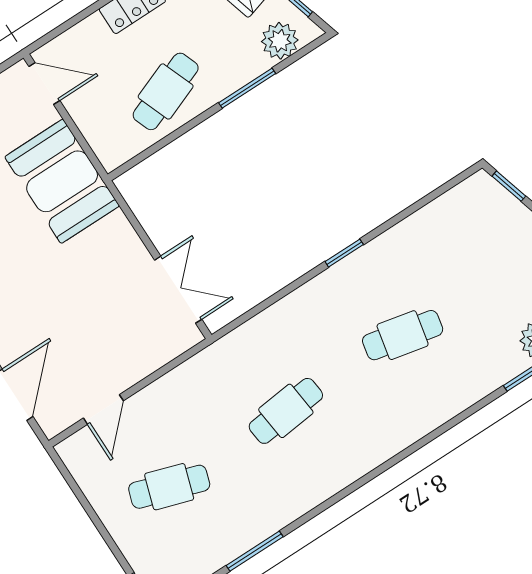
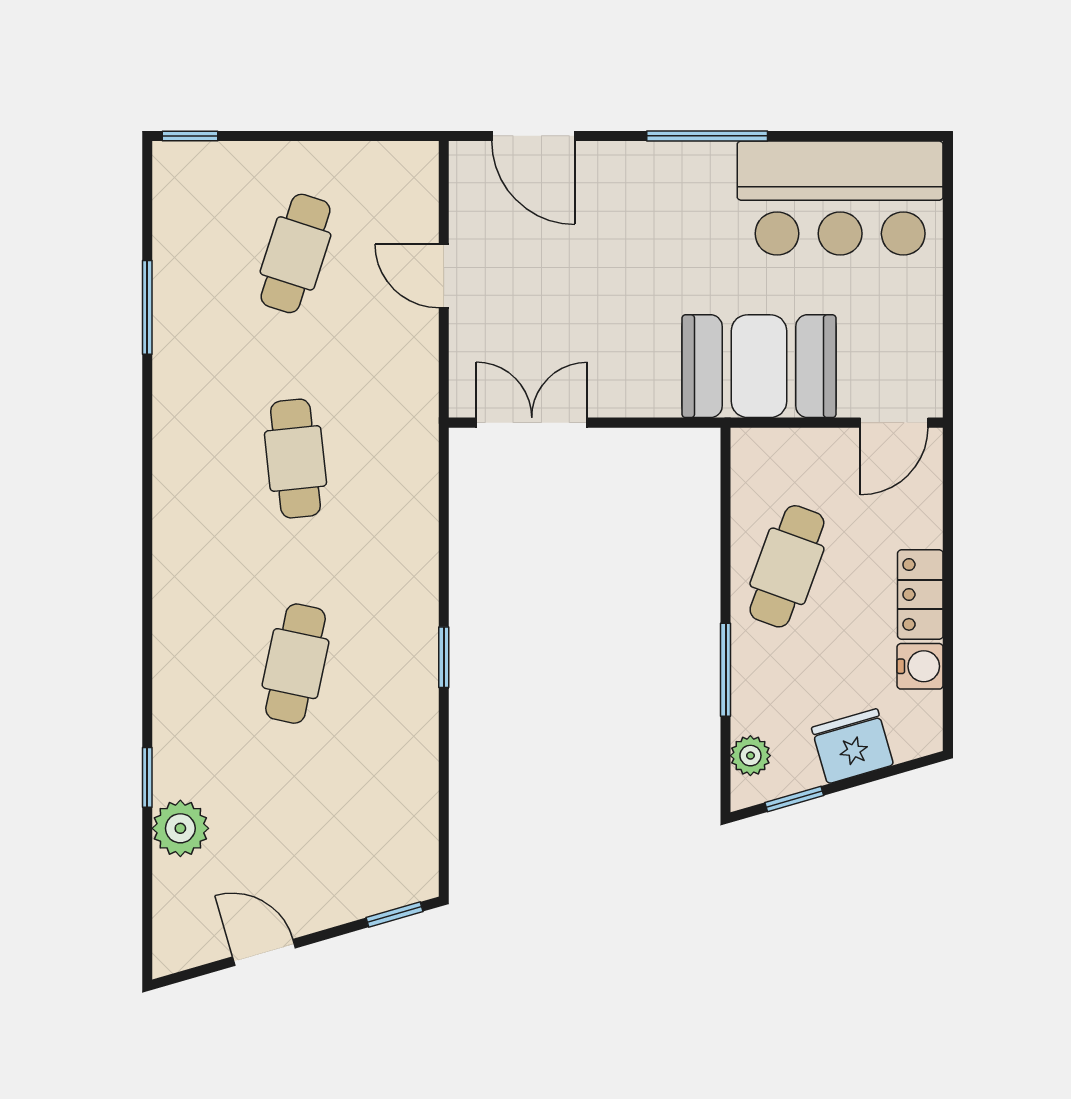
plant: (280, 41) -> (750, 756), width x0.73, depth x0.73
cafe table: (166, 91) -> (787, 566), turned 41
double door: (178, 290) -> (532, 423), swing flipped
door: (103, 409) -> (444, 276), moved

